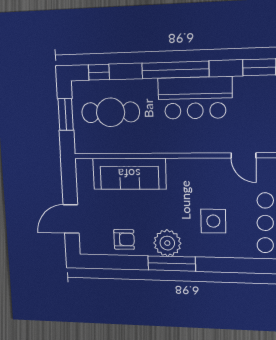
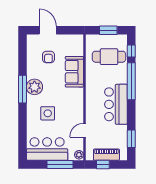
window: (175, 70) -> (131, 81), moved
cafe table: (111, 112) -> (109, 57), turned 90
sofa: (129, 174) -> (74, 72), width x0.73
armchair: (124, 239) -> (48, 57), moved

